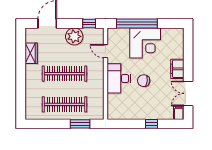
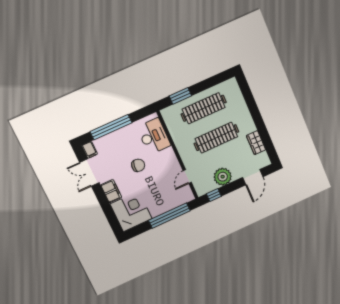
corner desk: (145, 43) -> (131, 211), moved, turned 90
door: (106, 51) -> (187, 177), swing flipped
desk: (119, 78) -> (154, 136), moved
double door: (188, 93) -> (89, 173), swing flipped
window: (151, 124) -> (111, 127), width x3.17

